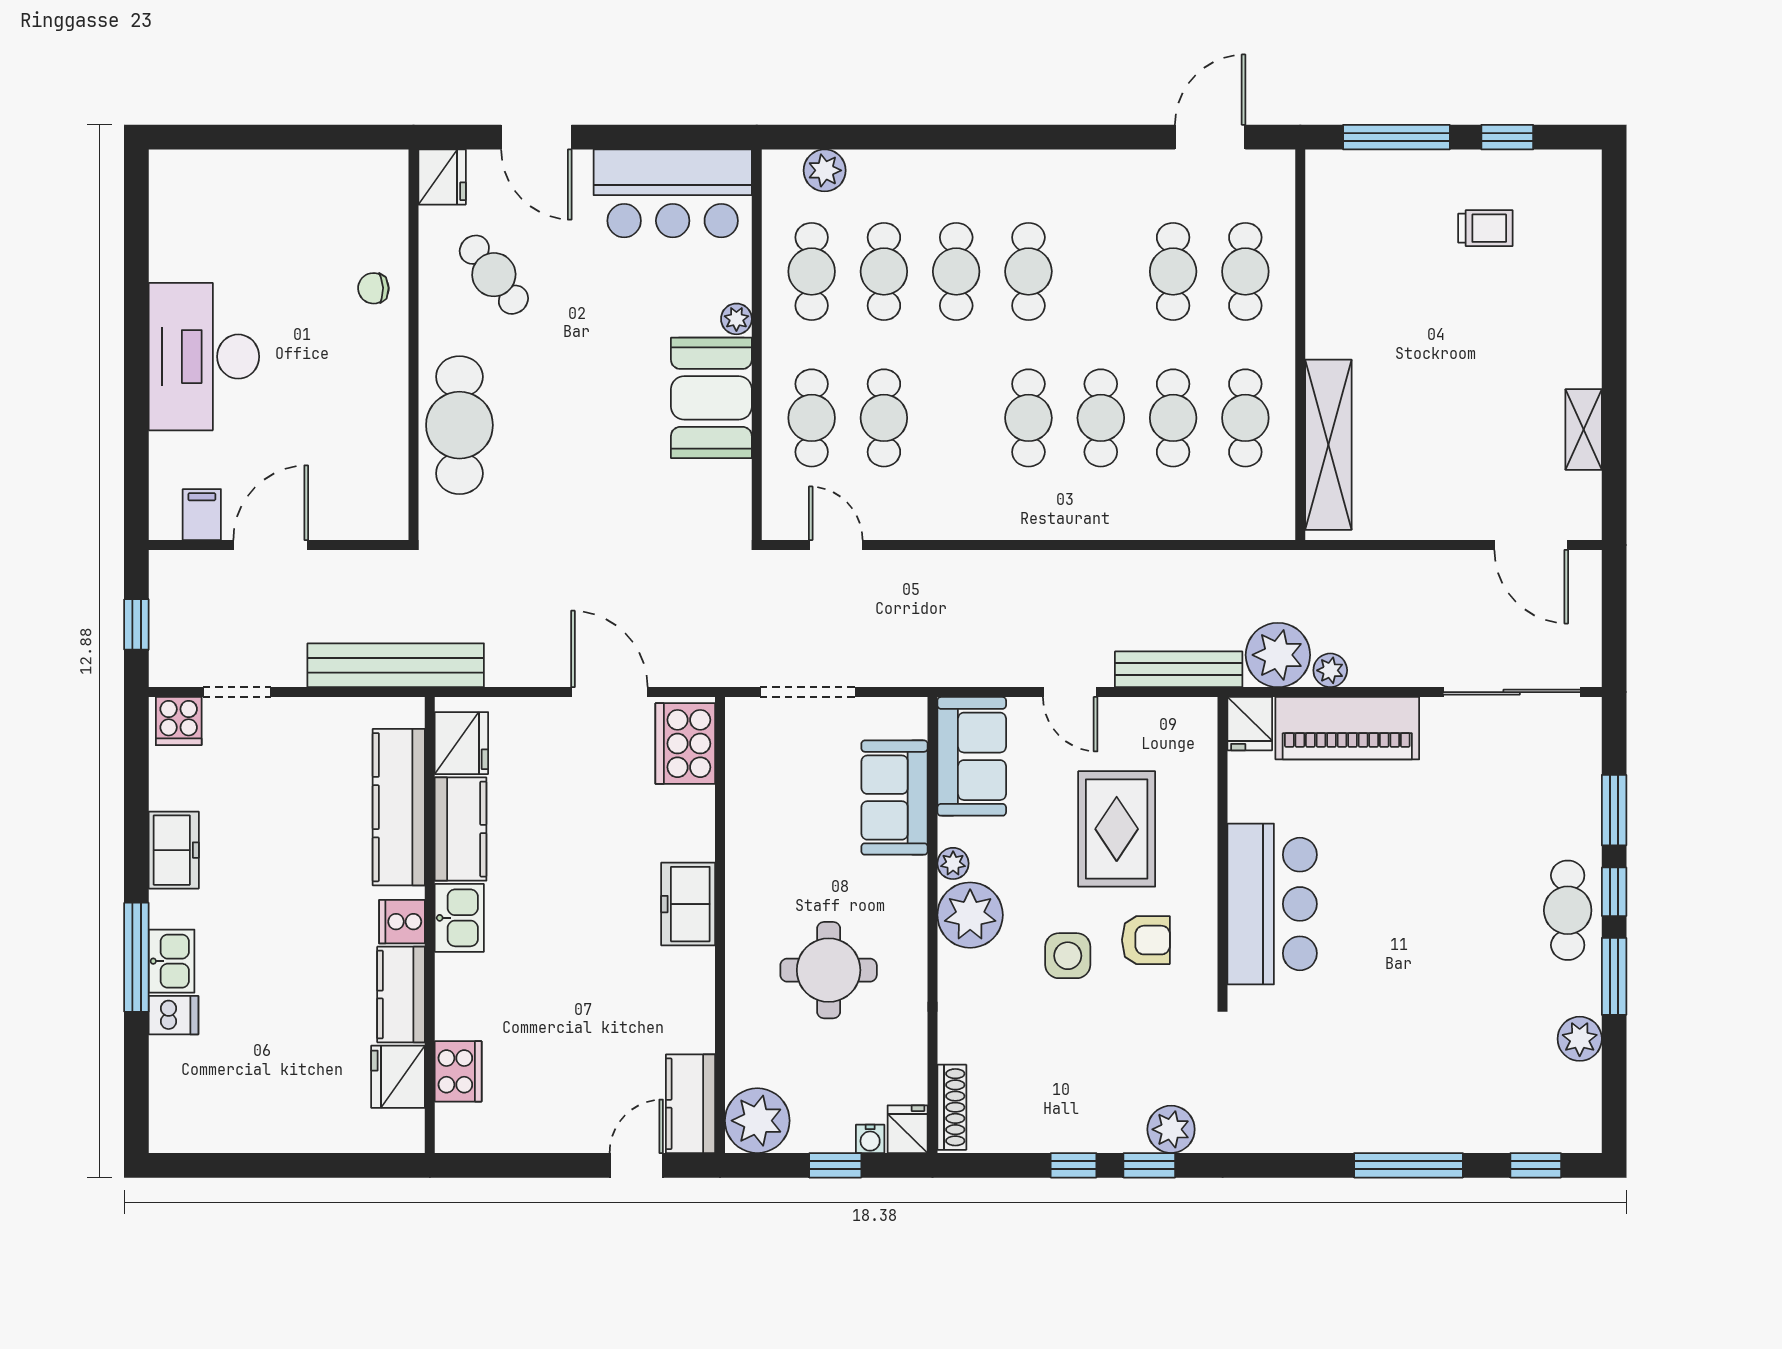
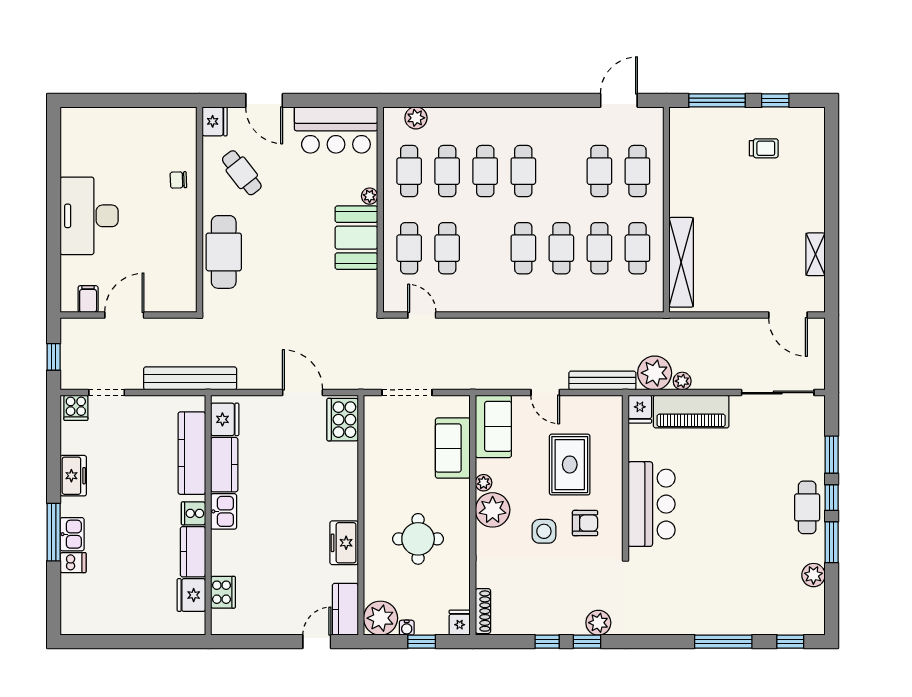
freezer: (688, 904) -> (344, 543), moved
water cooler: (870, 1139) -> (407, 628), moved

